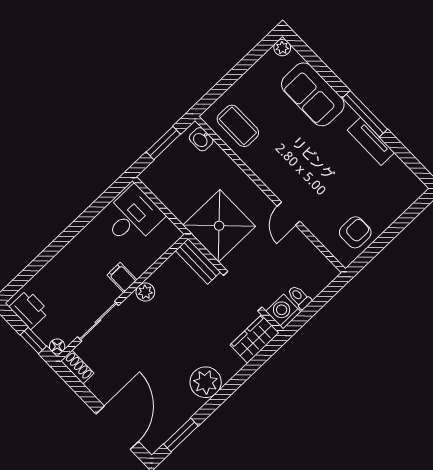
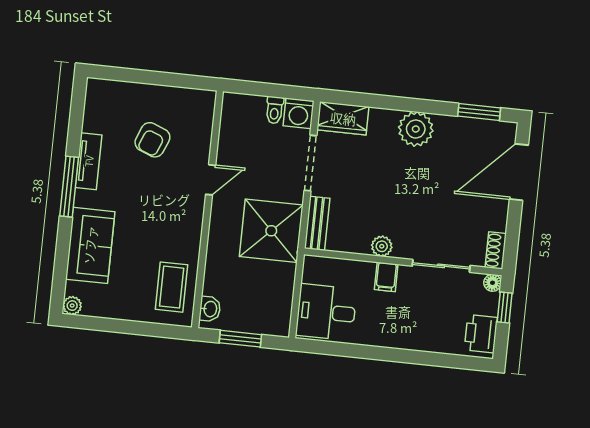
armchair: (355, 232) -> (152, 140), moved, turned -68

